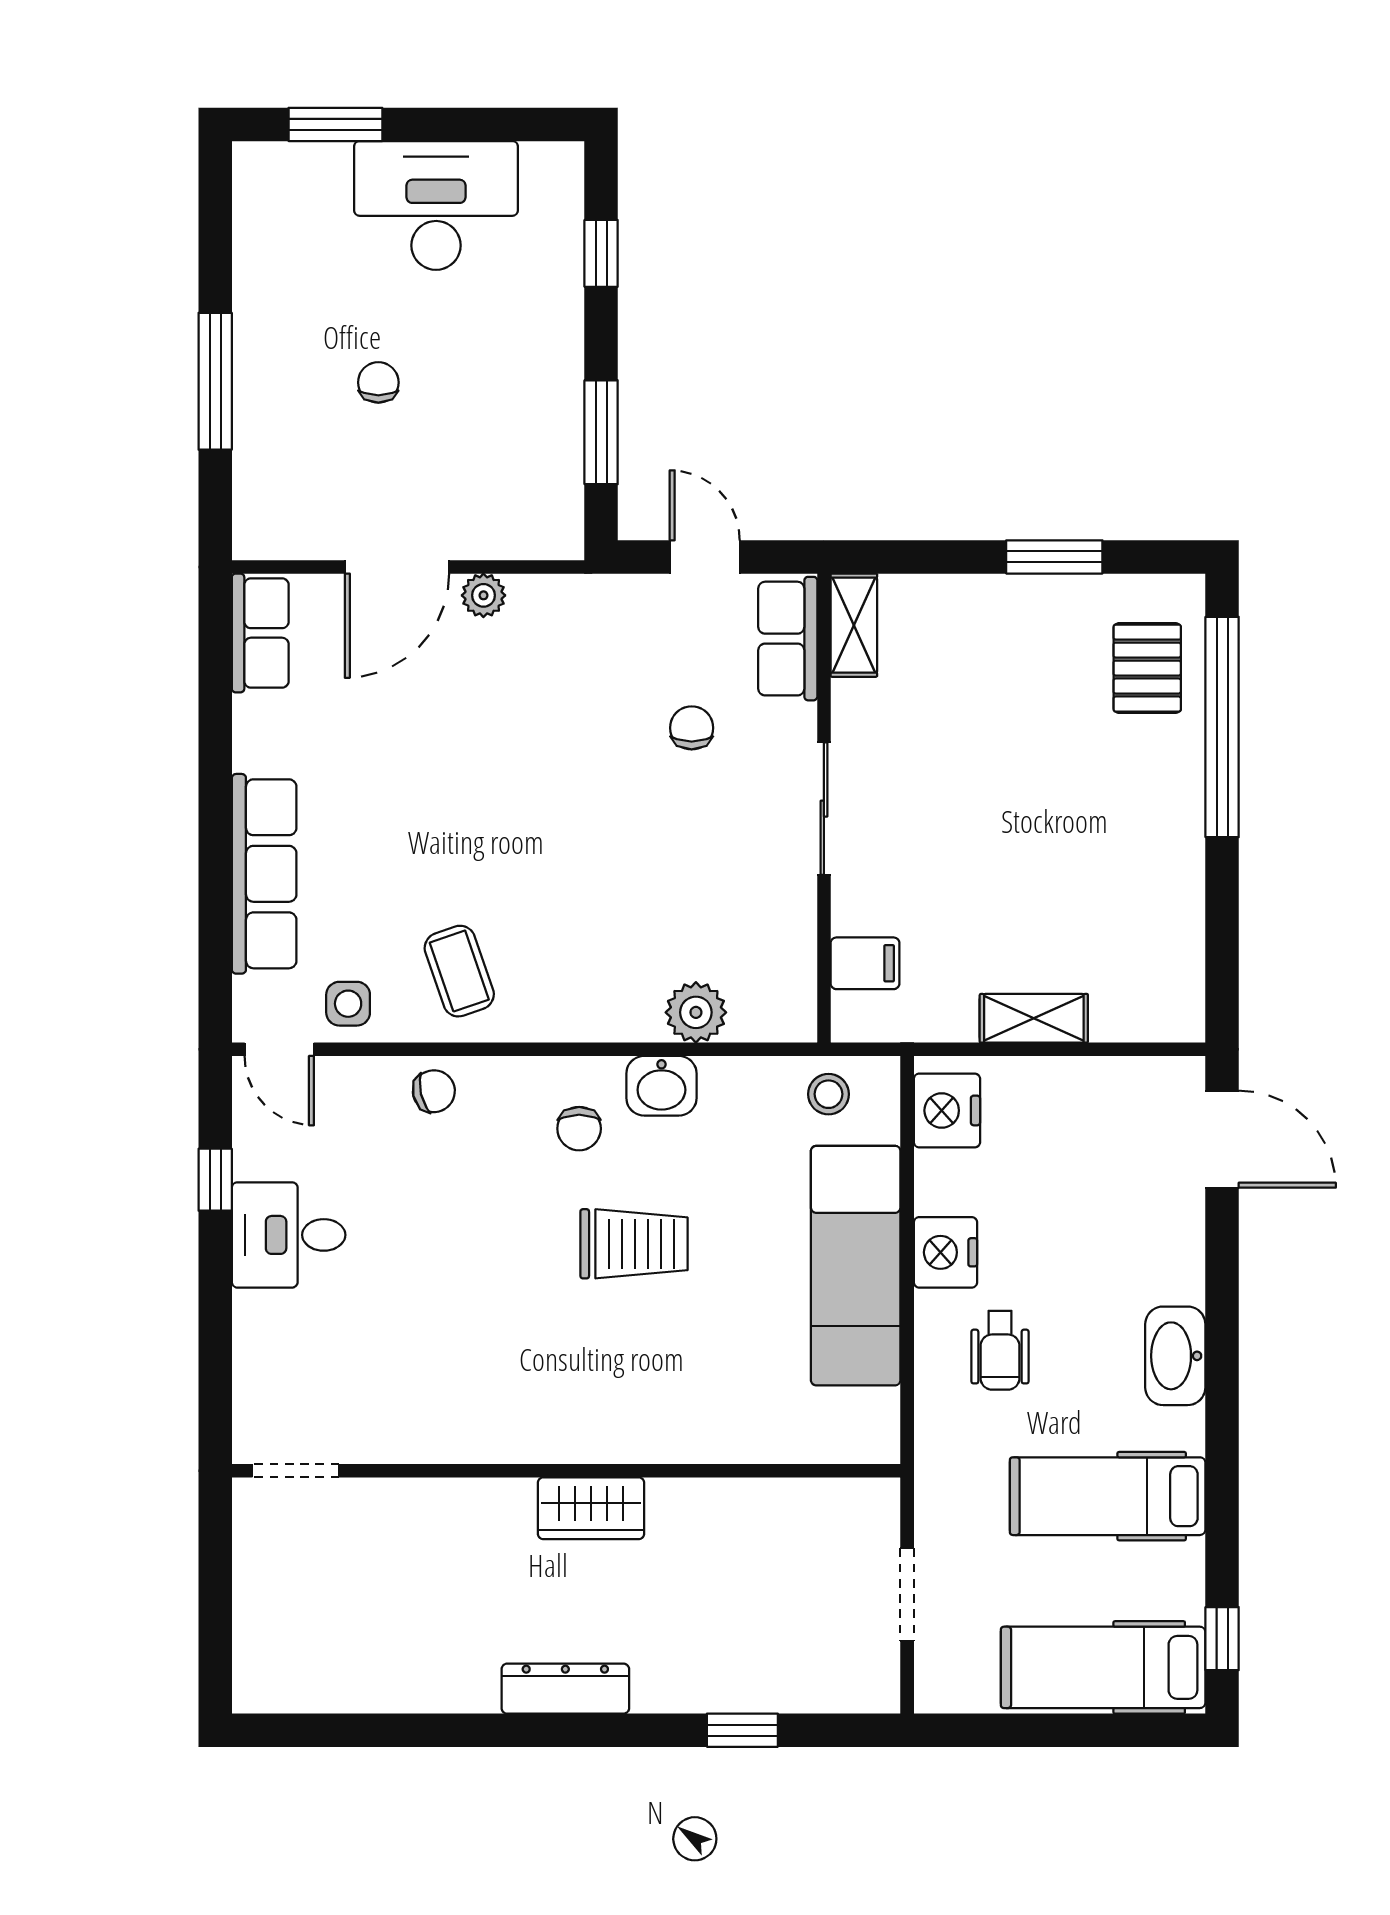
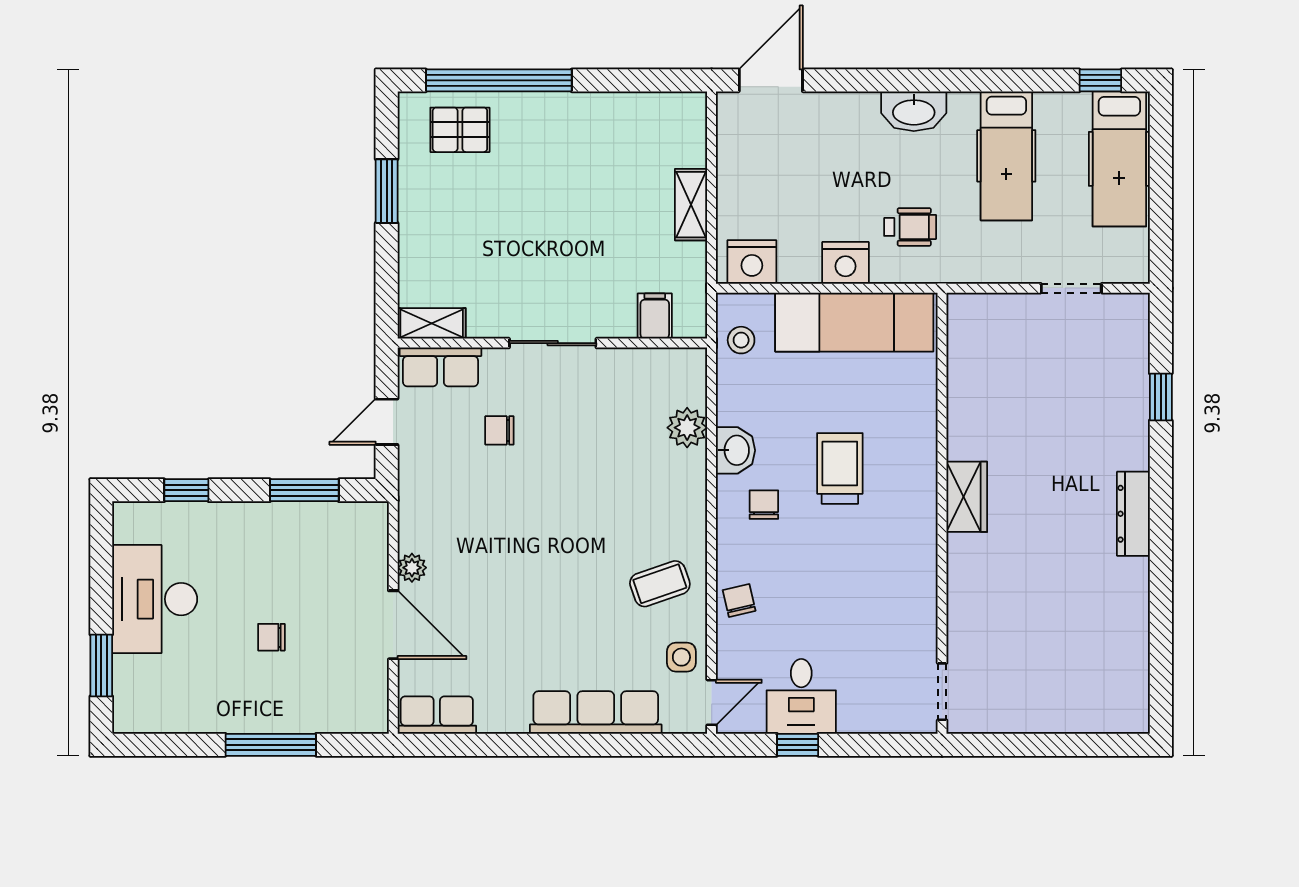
chair: (579, 1129) -> (764, 505), turned -90
desk: (289, 1235) -> (801, 696), moved
doorway: (296, 1471) -> (942, 692), moved
wall: (566, 1471) -> (942, 513), moved
wardrobe: (591, 1508) -> (967, 497), moved

